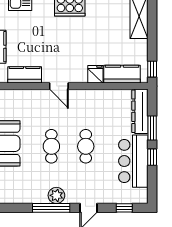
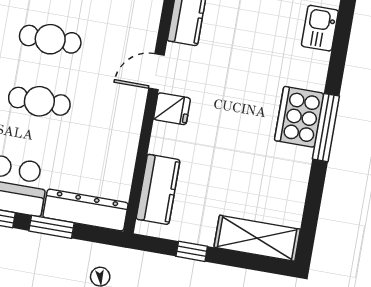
window: (152, 69) -> (192, 251), moved
fridge: (95, 74) -> (172, 109), moved

